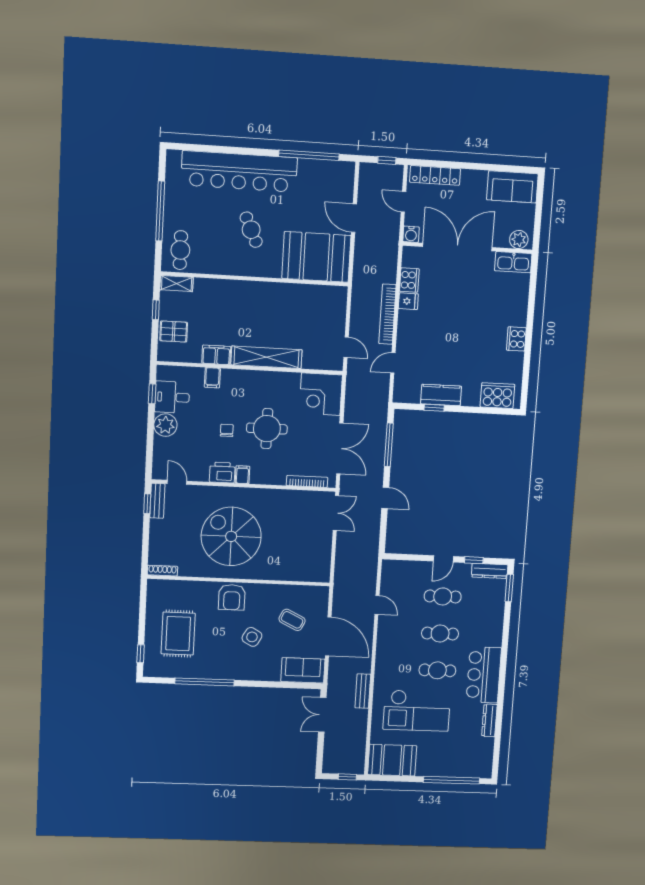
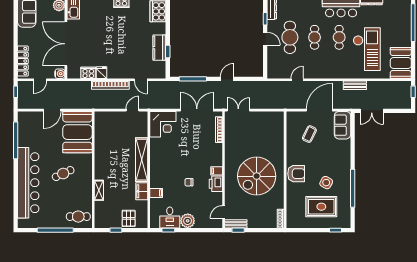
shelving: (177, 284) -> (99, 190), moved
round table: (267, 429) -> (186, 157), removed
cafe table: (443, 596) -> (290, 37), width x1.37, depth x1.35
side table: (252, 637) -> (326, 183), moved

